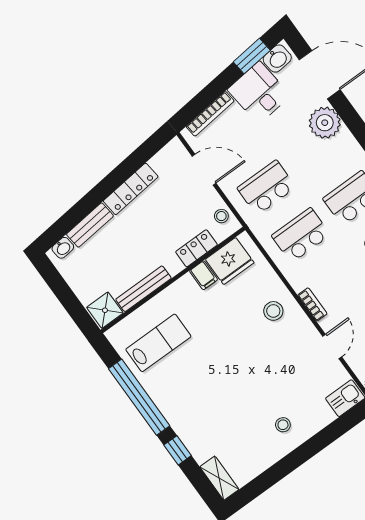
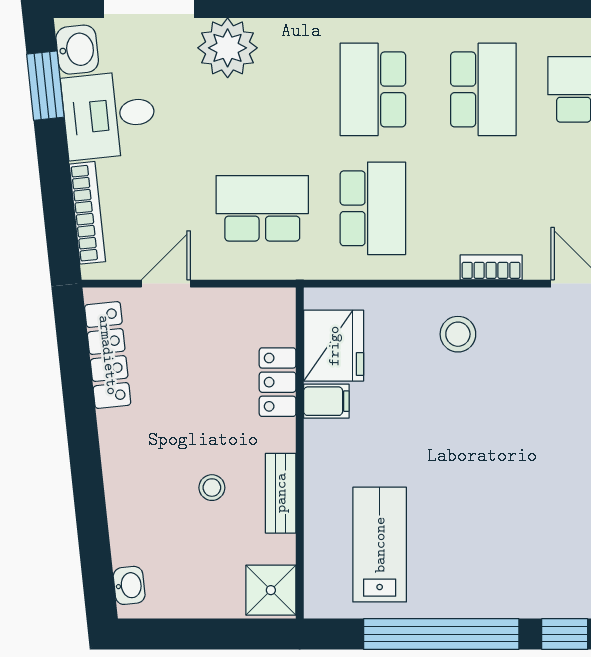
door: (204, 170) -> (166, 284), width x0.73
school desk: (267, 188) -> (262, 208), turned 90
locker: (131, 189) -> (108, 355), moved
stool: (221, 216) -> (212, 488), moved
bench: (90, 225) -> (124, 519), removed
school desk: (301, 235) -> (373, 208), turned 180
bench: (143, 289) -> (281, 493), width x0.73

